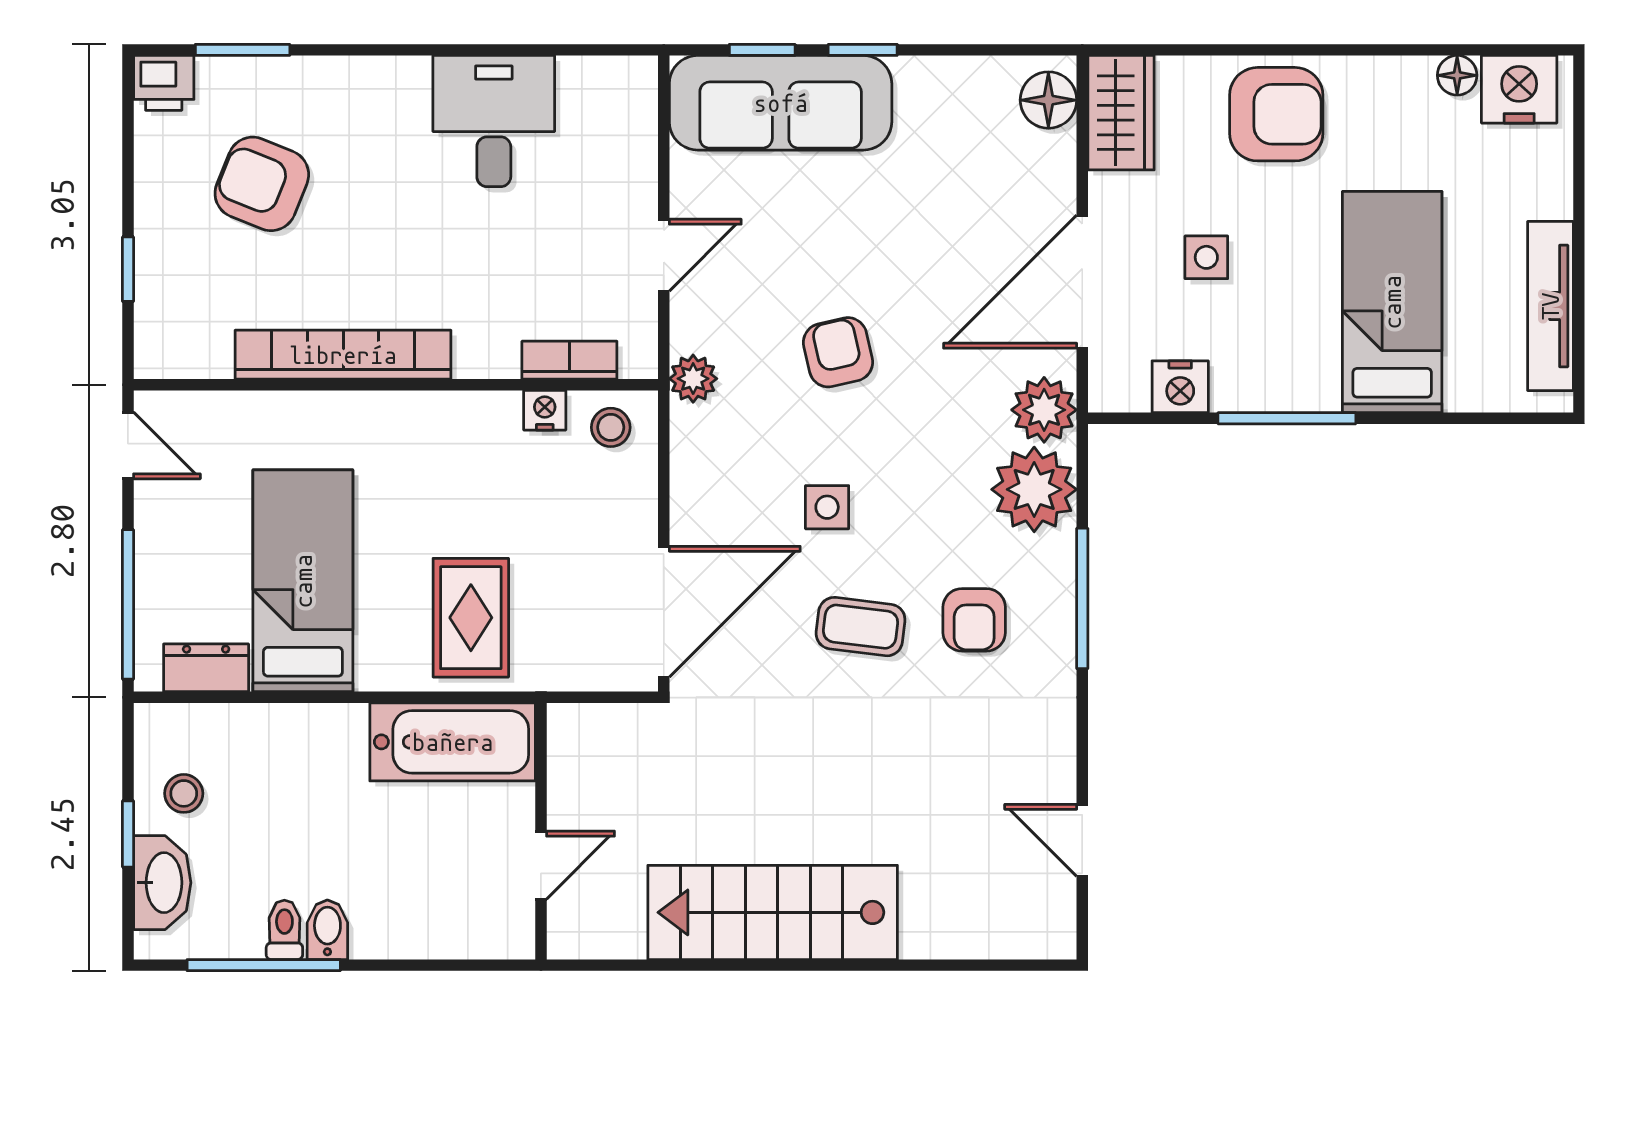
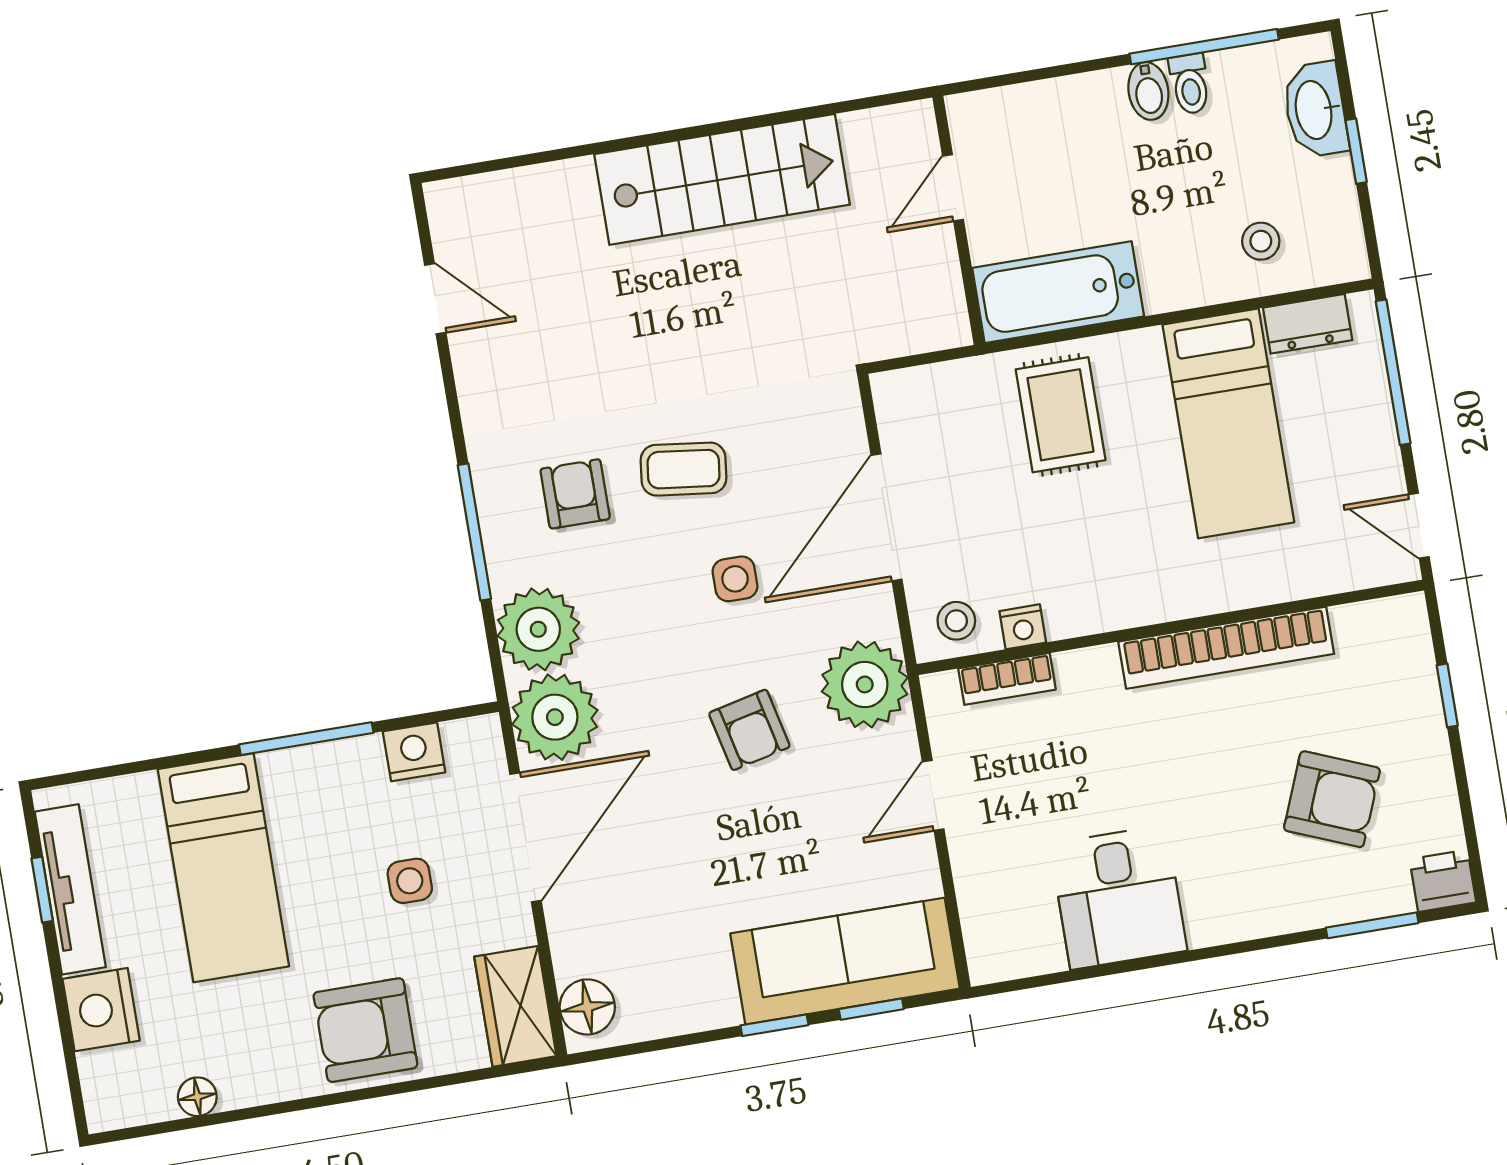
nightstand: (1519, 89) -> (101, 1010), moved, turned 90
window: (1579, 311) -> (42, 890), added
plant: (693, 379) -> (865, 684), width x1.87, depth x1.87
plant: (1044, 410) -> (555, 717), width x1.36, depth x1.36
door: (664, 612) -> (887, 517), moved
stool: (184, 793) -> (1261, 241), moved

